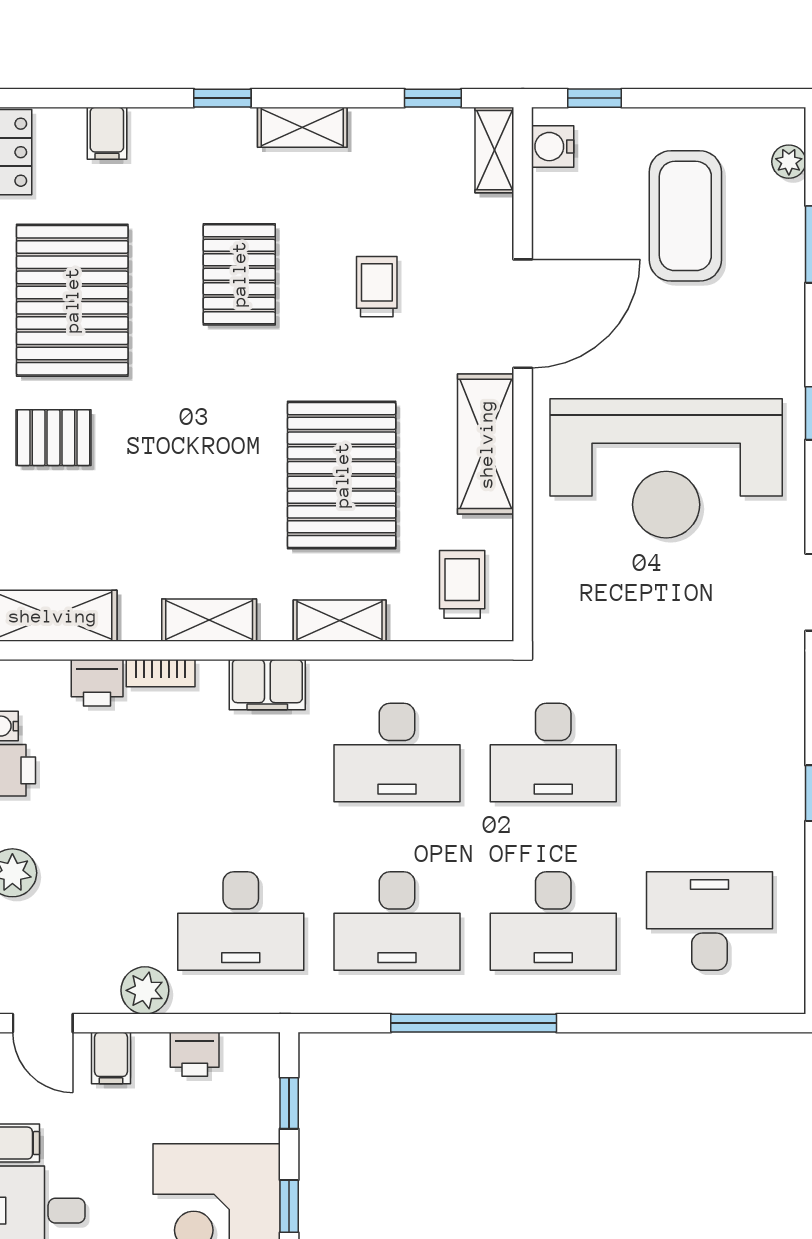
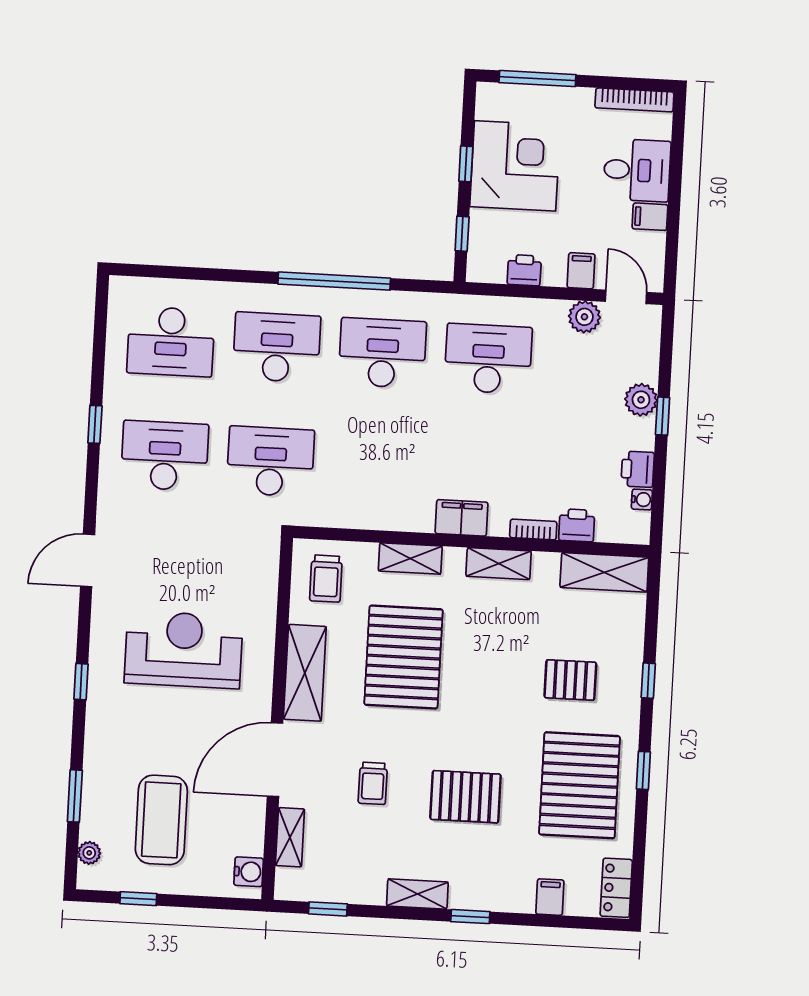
window: (595, 98) -> (138, 899), moved
shelving: (494, 150) -> (290, 837), moved
pallet: (239, 274) -> (465, 797), turned 90
pallet: (53, 438) -> (570, 680), moved
reception desk: (666, 468) -> (184, 650), width x0.74, depth x0.77
desk: (397, 753) -> (165, 456), moved
plant: (145, 990) -> (584, 317), moved

